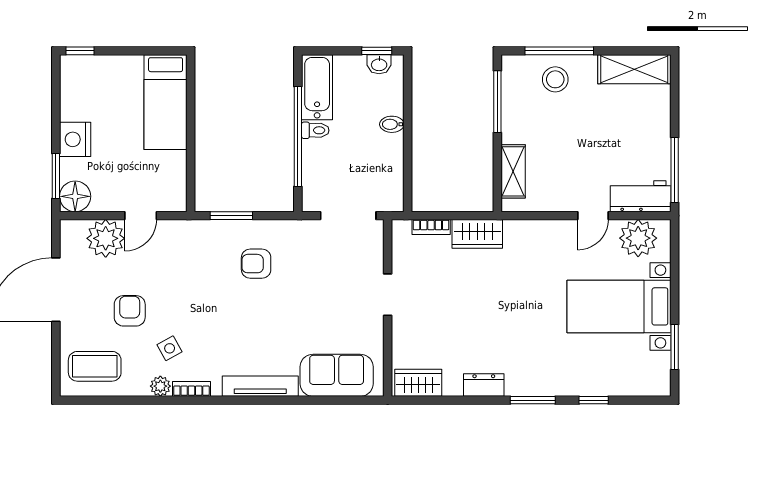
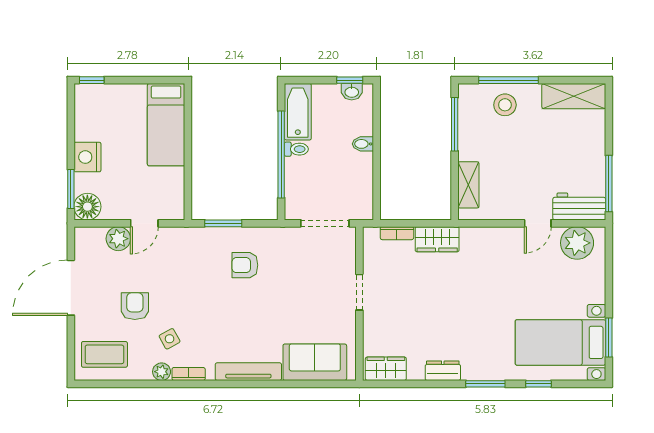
plant: (106, 238) -> (118, 239), width x0.73, depth x0.73
bed with nightstands: (619, 306) -> (560, 342), moved

